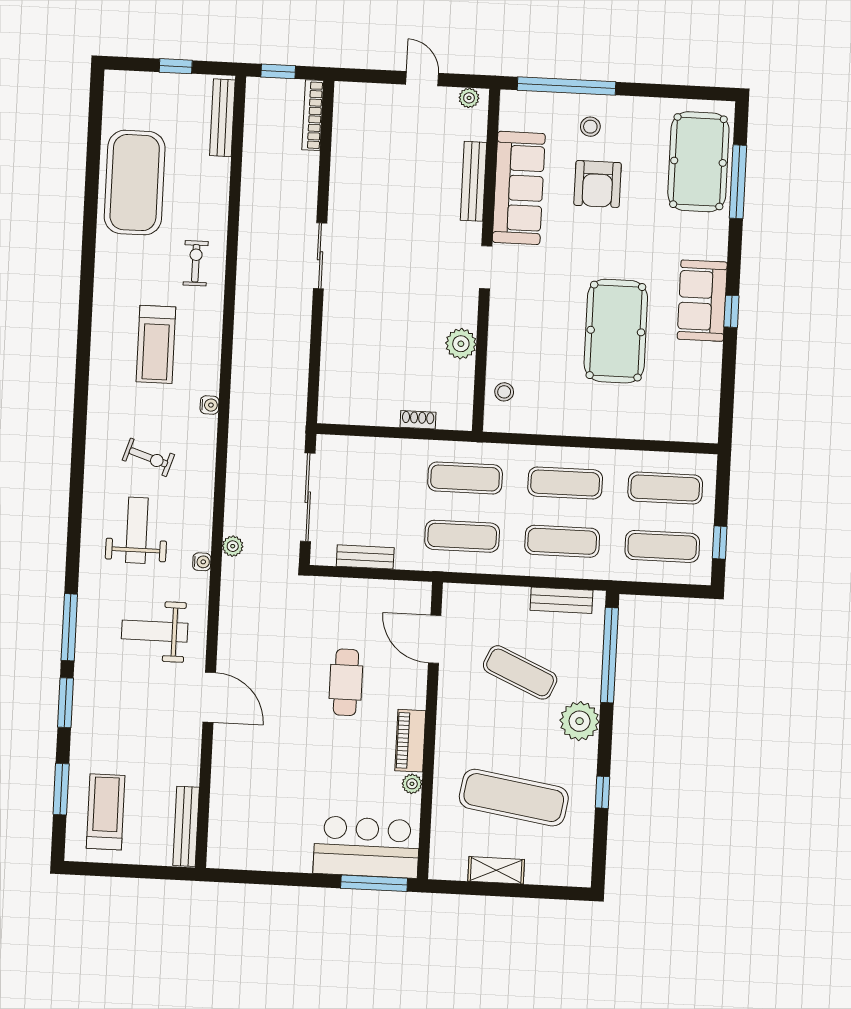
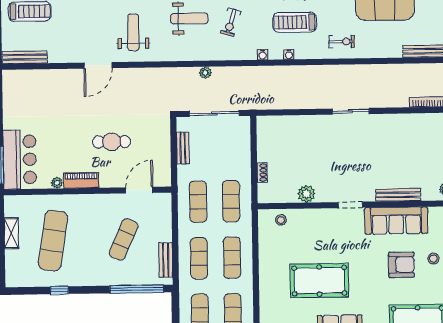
armchair: (598, 184) -> (401, 265), turned 180
plant: (233, 546) -> (205, 73), moved
water cooler: (202, 562) -> (289, 54), moved
plant: (580, 721) -> (98, 275), removed

